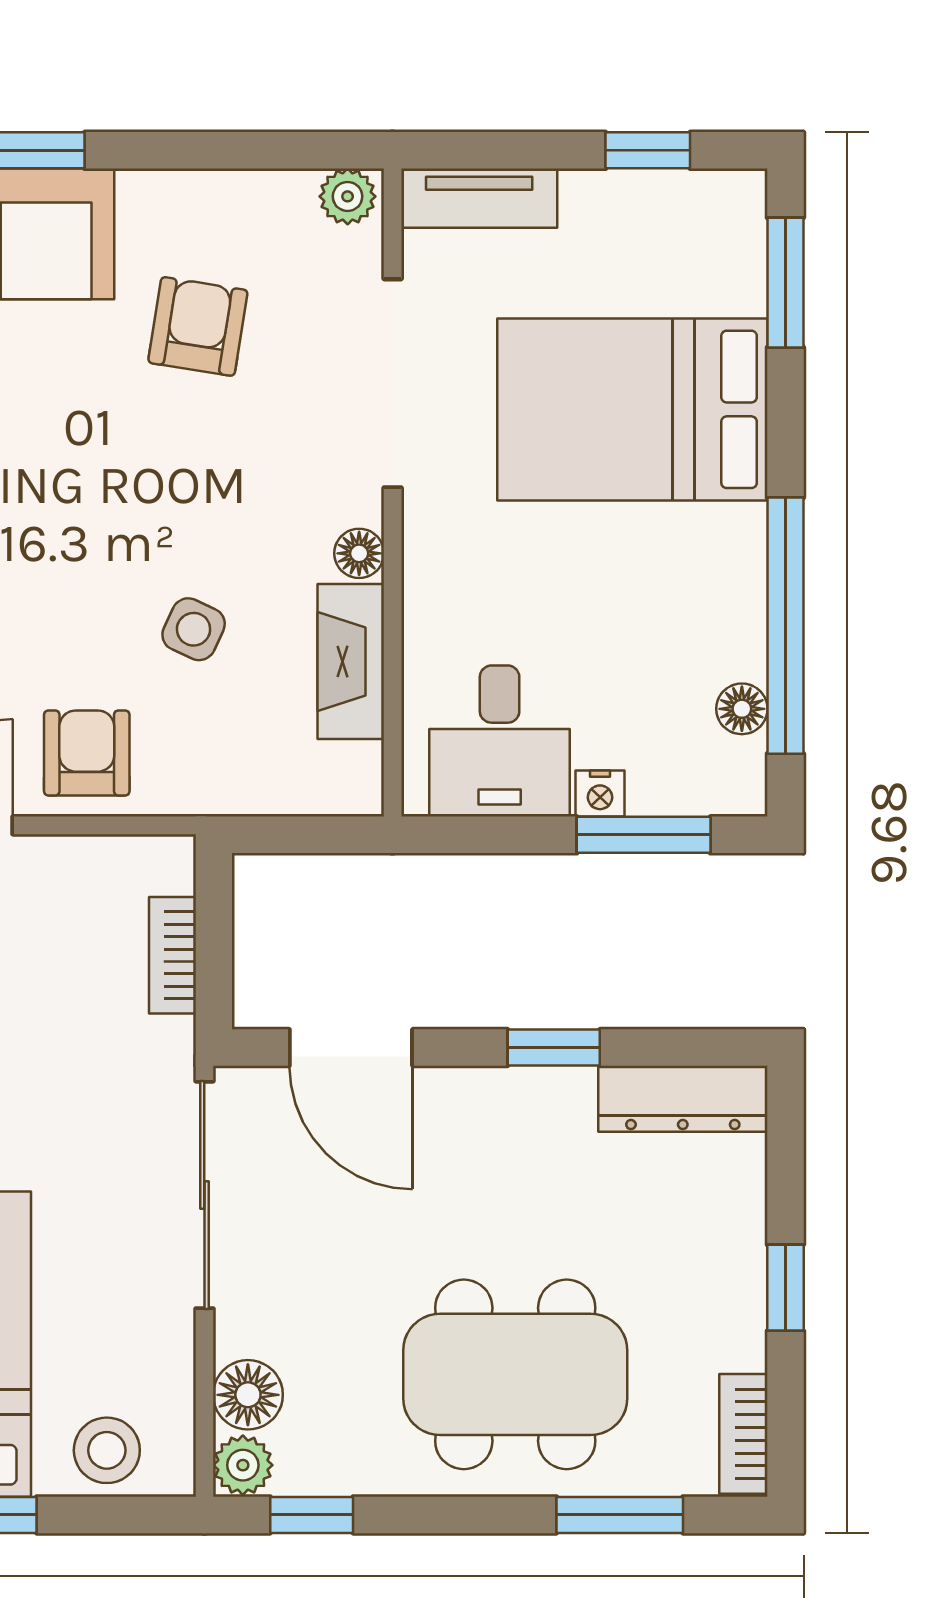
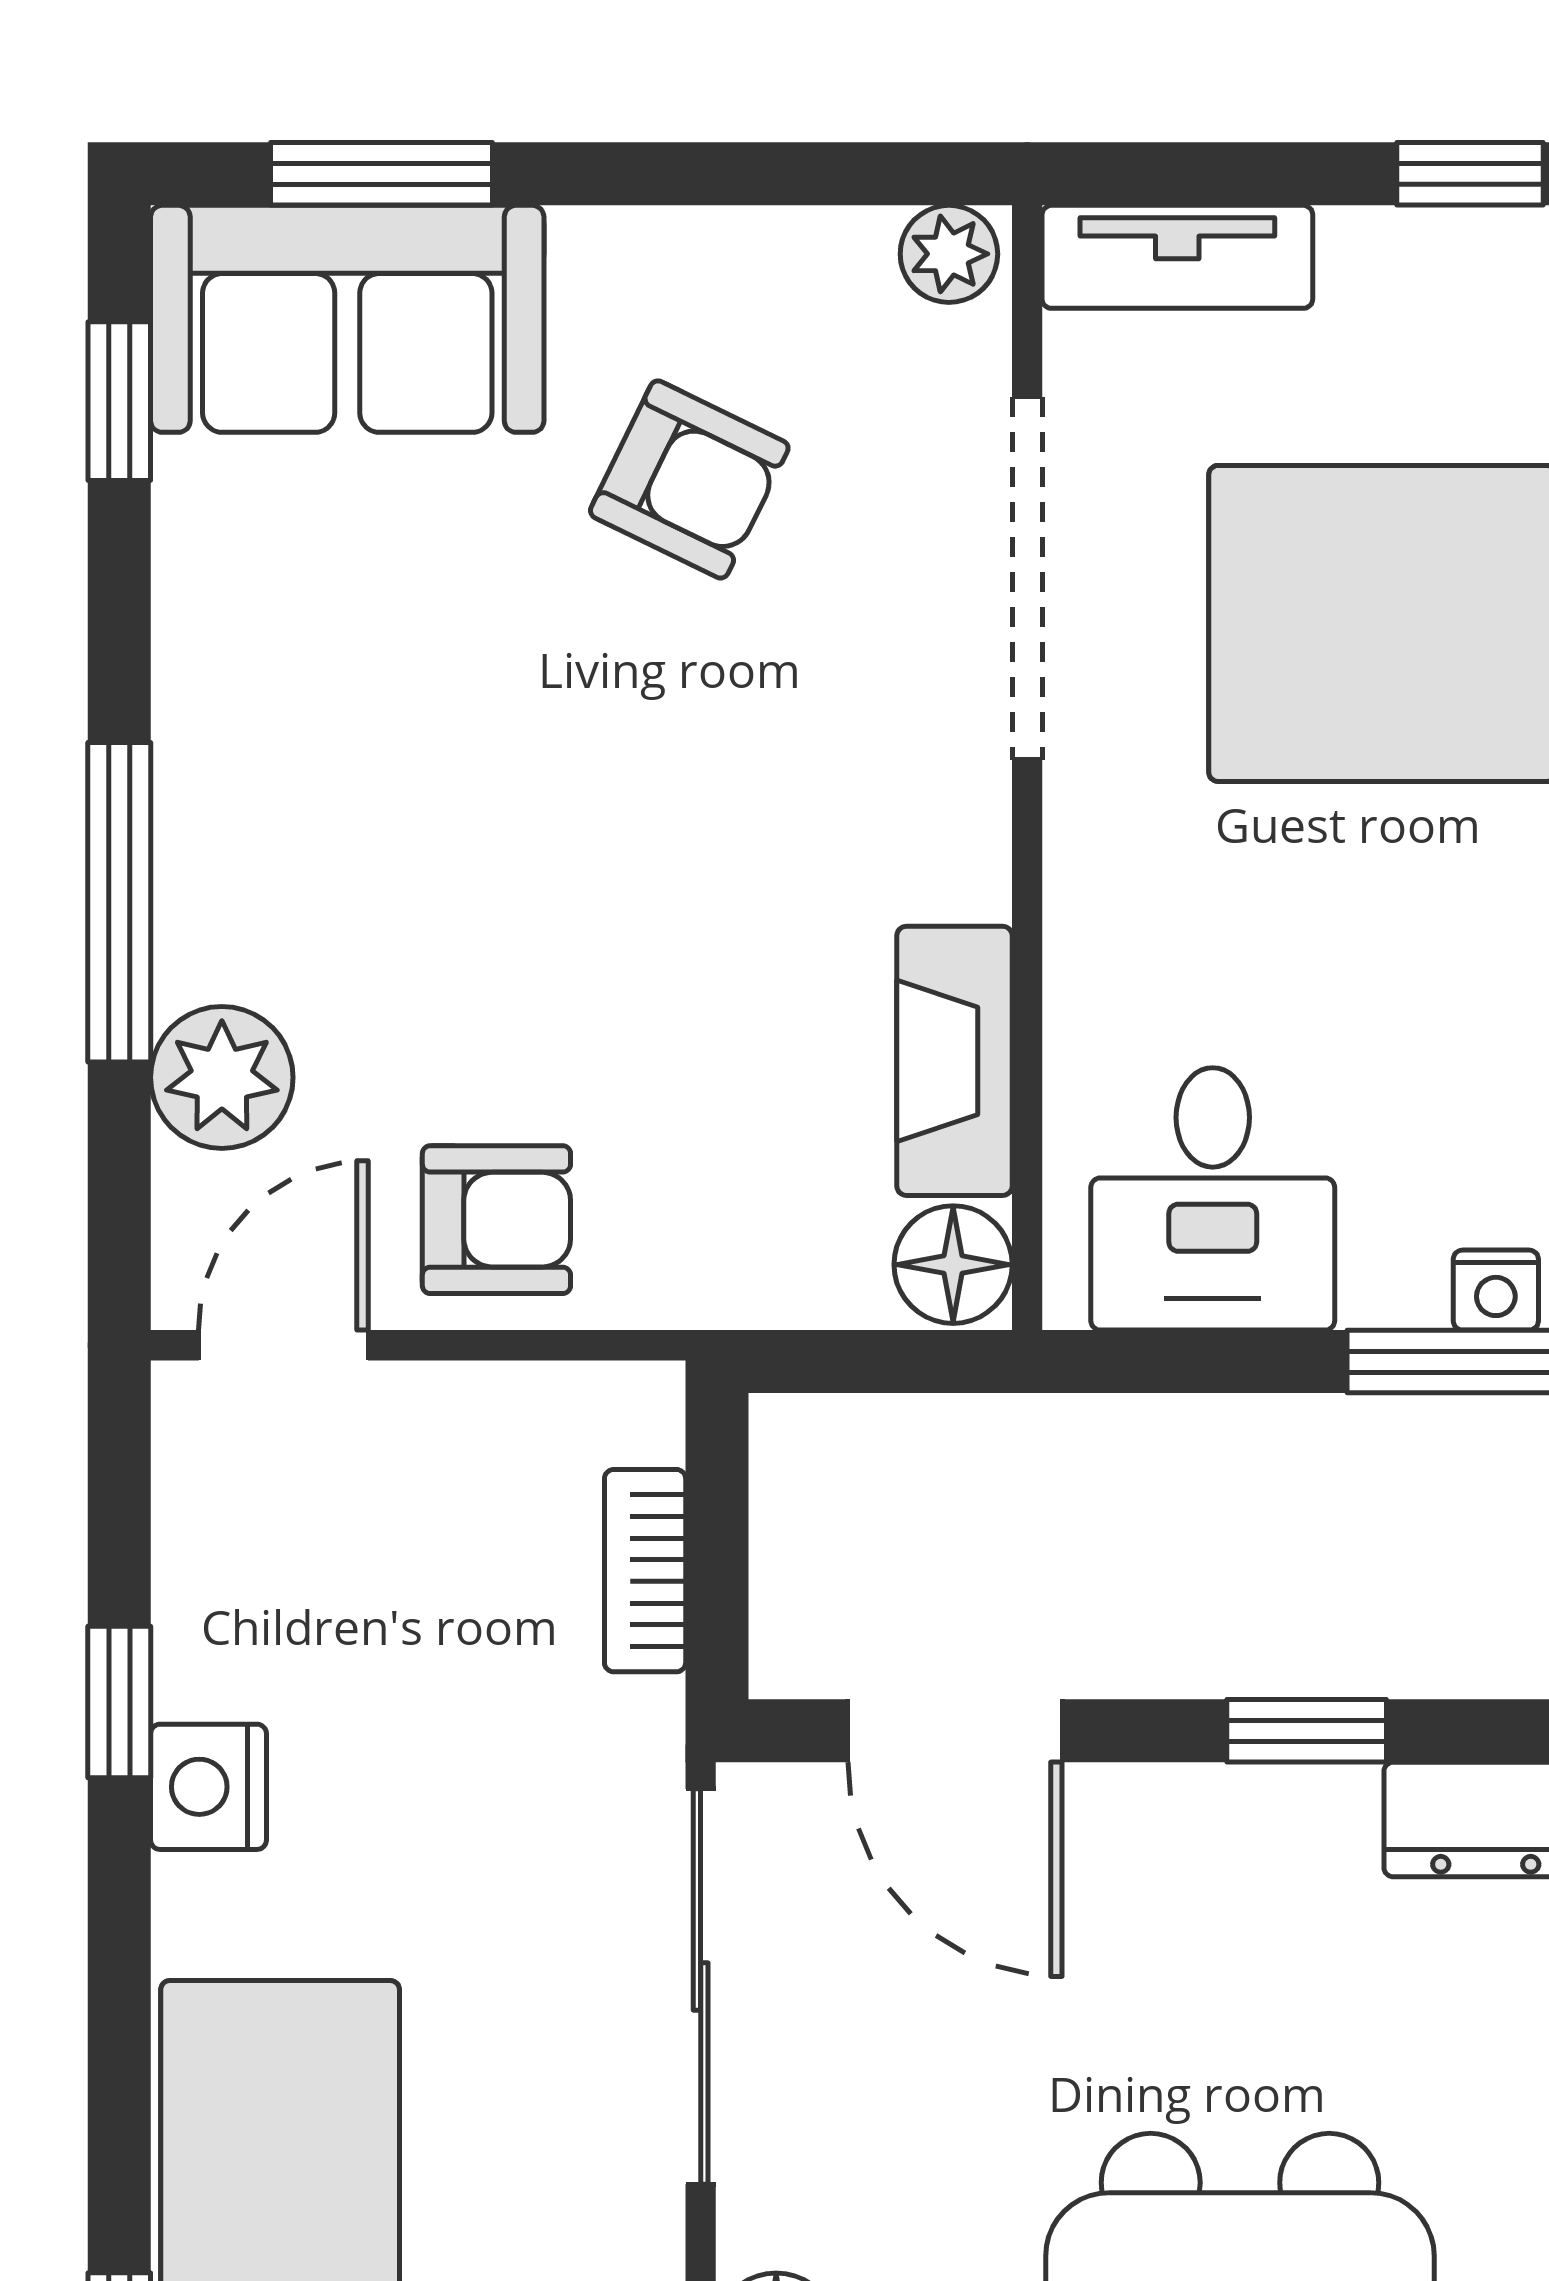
armchair: (198, 326) -> (689, 479), turned 107
floor lamp: (359, 553) -> (953, 1265), moved, width x1.37, depth x1.37
side table: (194, 629) -> (682, 1005), removed
armchair: (87, 753) -> (496, 1220), turned 90
nightstand: (600, 794) -> (1496, 1290), moved

